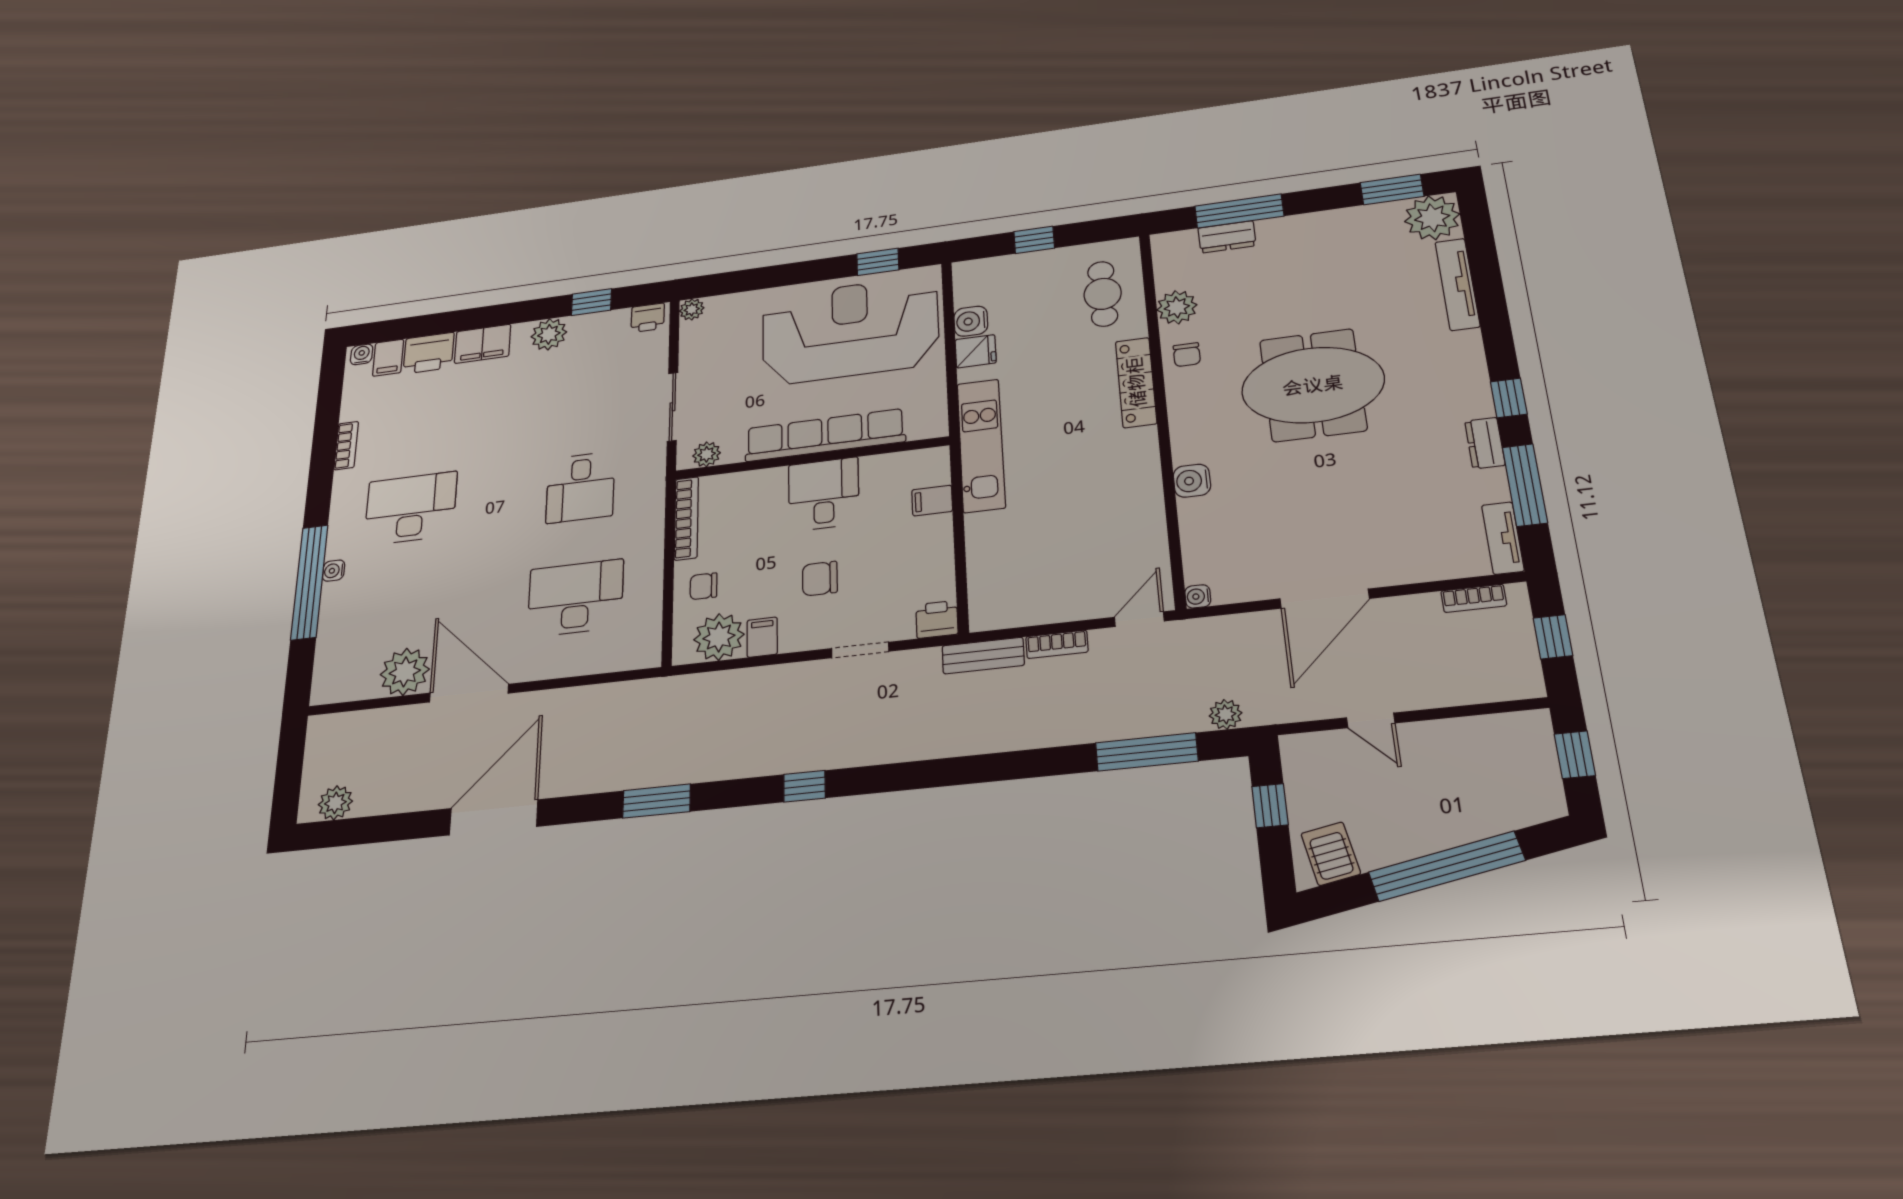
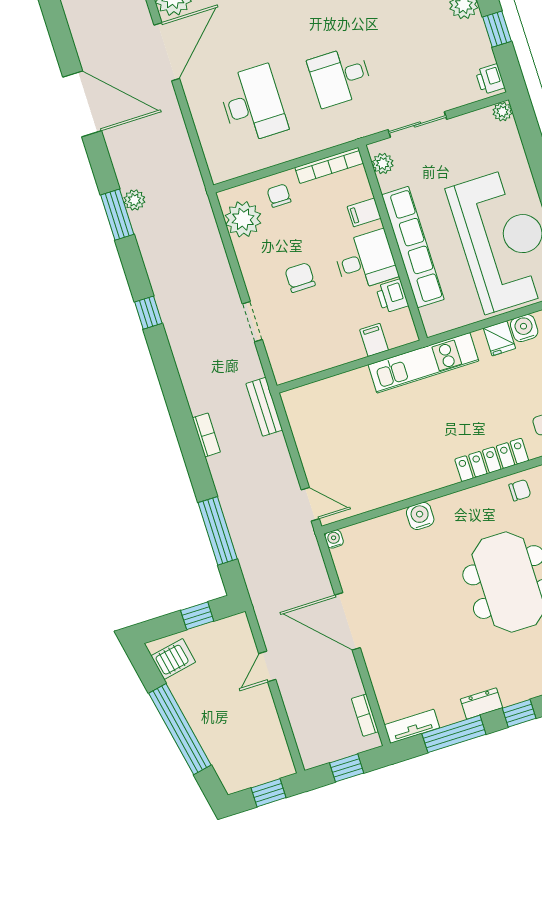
chair: (1187, 355) -> (520, 490), turned 180
printer: (937, 619) -> (392, 296), moved, turned 180
filing cabinet: (762, 637) -> (364, 212), moved, turned 180
bookcase: (1057, 644) -> (206, 435), moved, turned 180
plant: (1225, 714) -> (134, 200), moved

